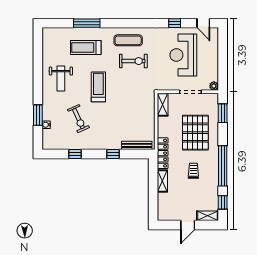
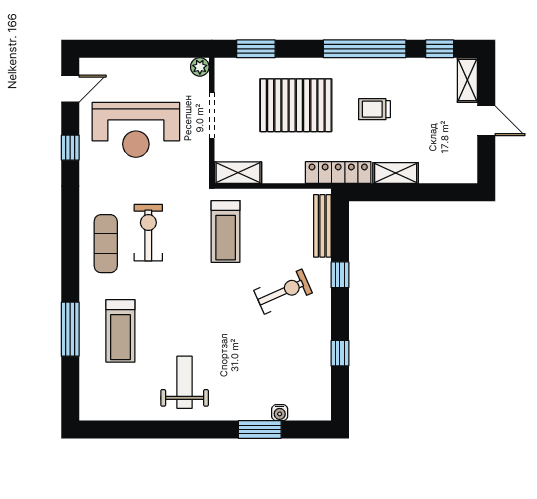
weight bench: (61, 79) -> (185, 382), turned -90
treadmill: (98, 87) -> (226, 231), moved, turned -90
exercise bike: (78, 119) -> (283, 292), moved

